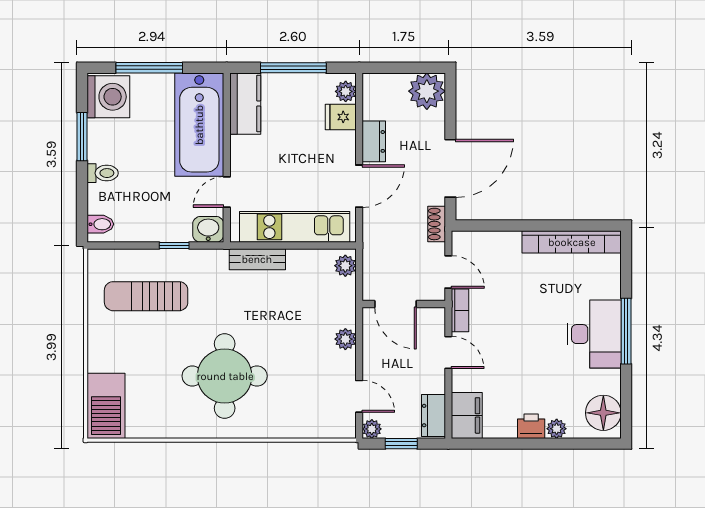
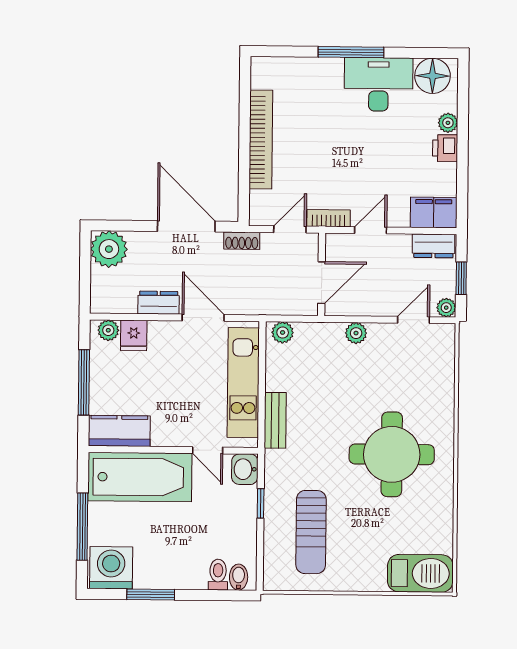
toilet: (103, 173) -> (218, 575), moved
bookcase: (572, 242) -> (261, 140), moved
desk: (594, 334) -> (378, 84), moved

